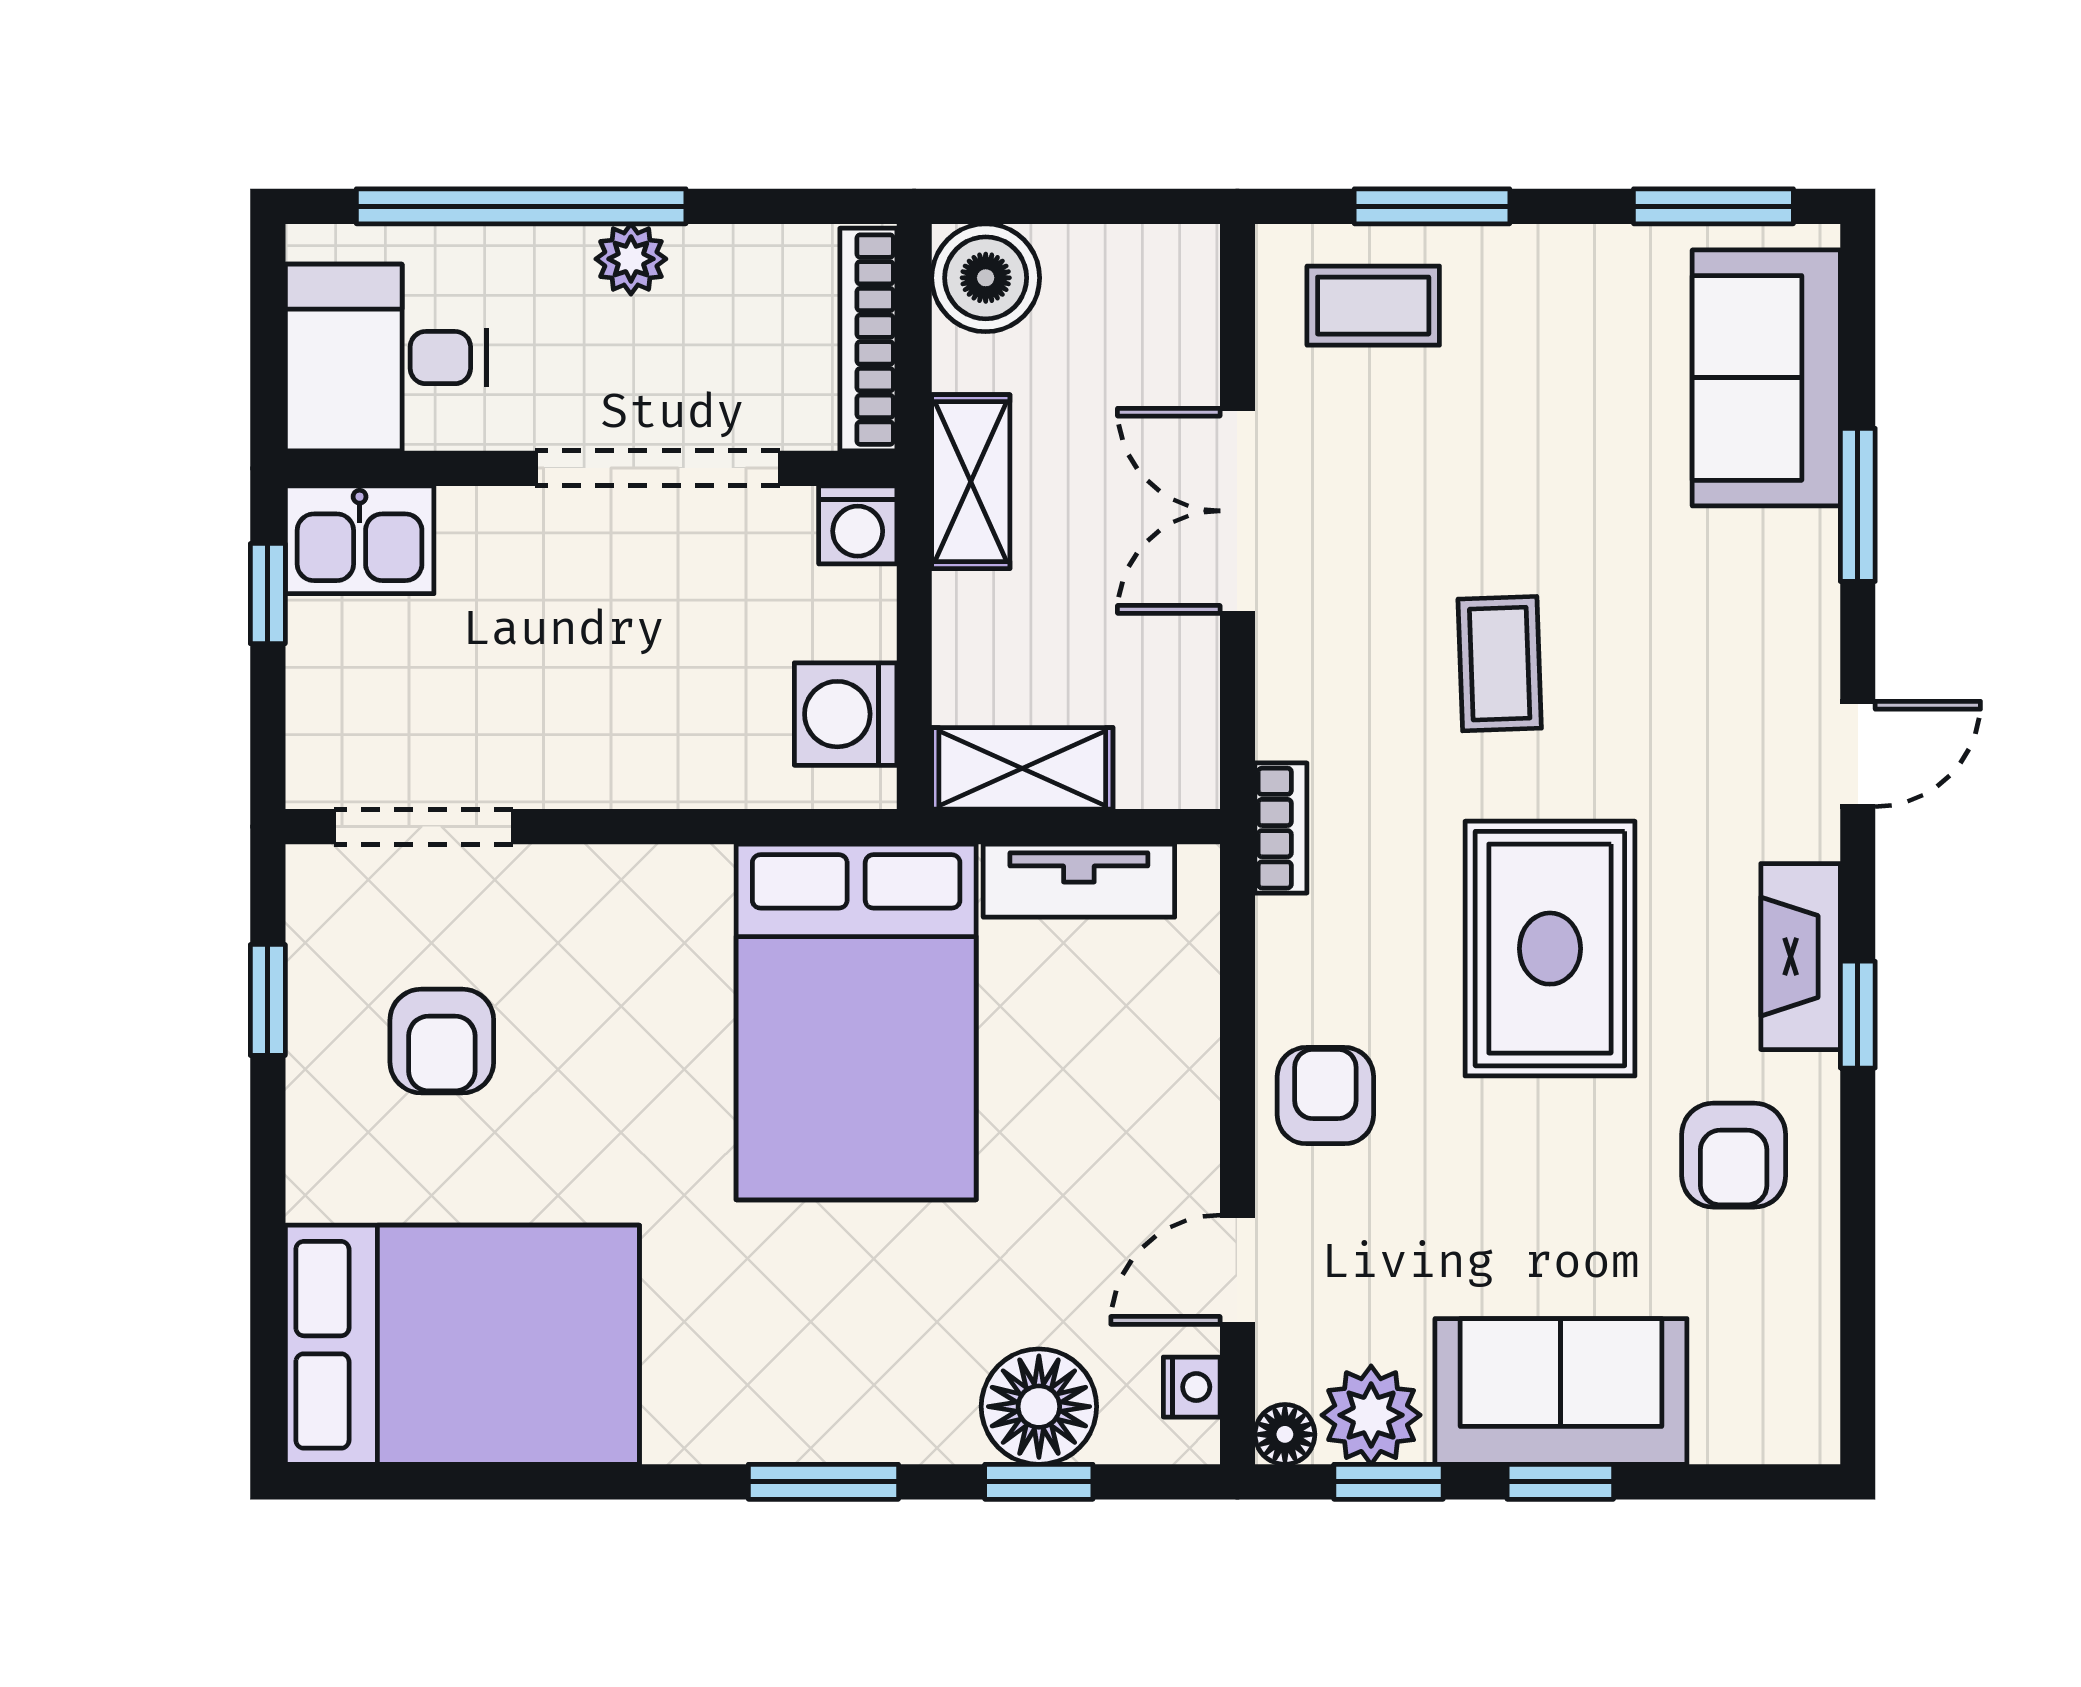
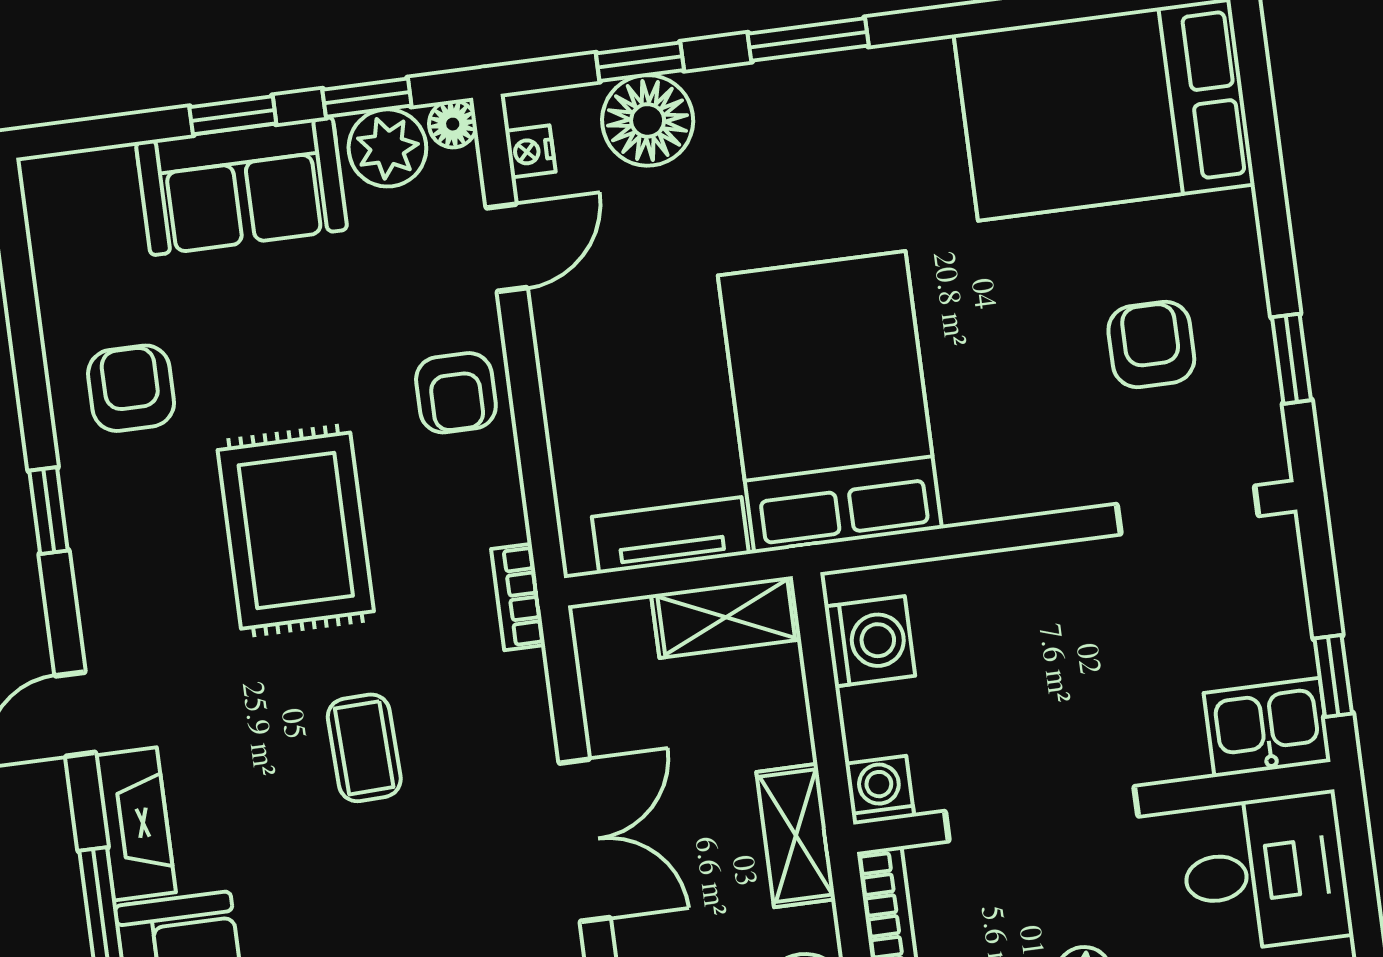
fireplace: (1801, 957) -> (135, 824), moved

